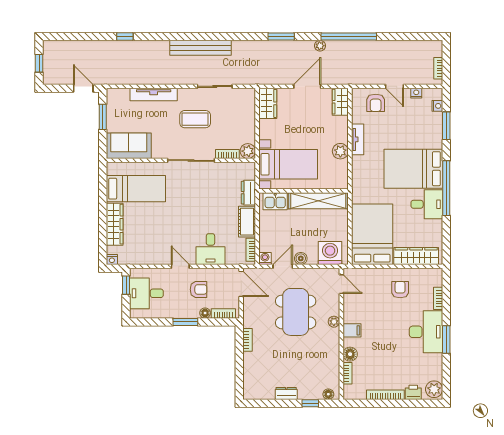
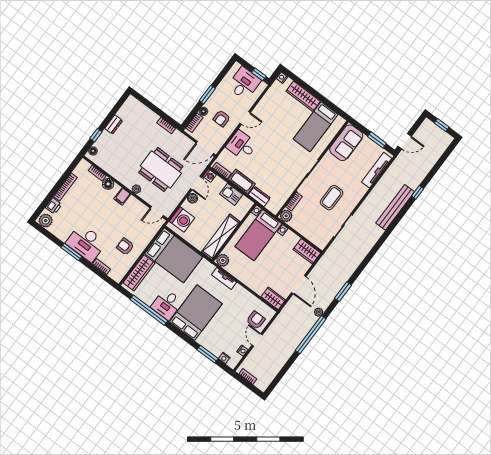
bench: (201, 48) -> (395, 207), moved
door: (394, 86) -> (257, 340), hinge flipped
tv unit: (154, 95) -> (377, 170), moved
armchair: (376, 103) -> (256, 320), turned 90
tv unit: (358, 139) -> (224, 279), moved
plant: (340, 151) -> (223, 260), moved
window: (446, 188) -> (149, 310), moved
kitchen sink: (275, 201) -> (231, 194), moved, turned -90
armchair: (400, 290) -> (125, 247), turned 180

